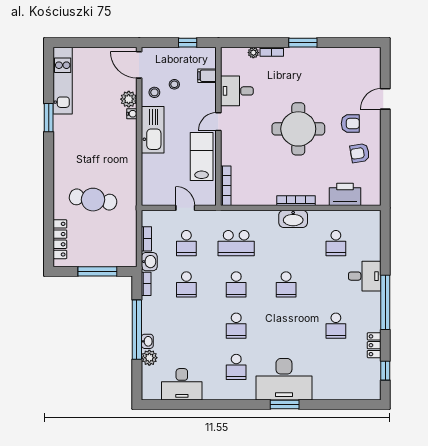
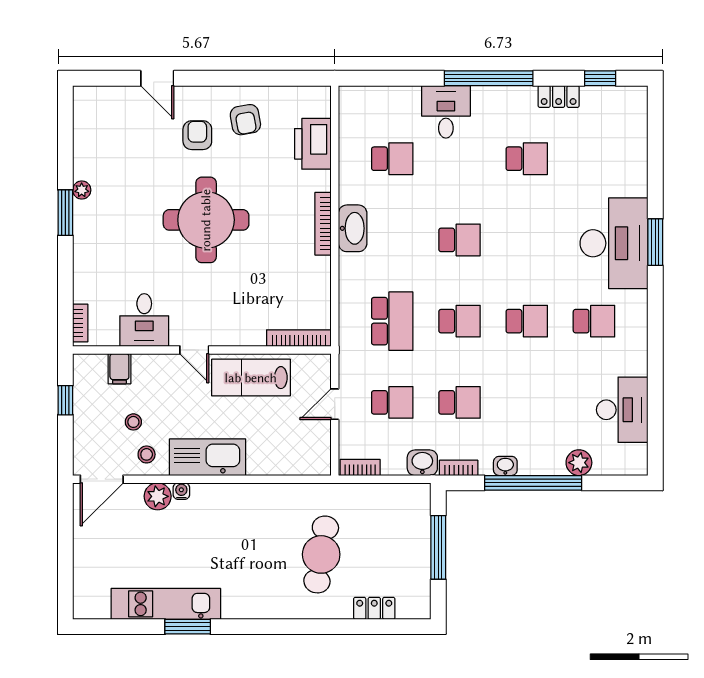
bookcase: (272, 52) -> (80, 323), moved
plant: (253, 53) -> (82, 190), moved
kitchen unit: (63, 81) -> (166, 604), moved
locker: (60, 239) -> (374, 608), width x0.66
bookcase: (146, 239) -> (360, 467), moved
washbasin: (147, 341) -> (505, 466), moved

